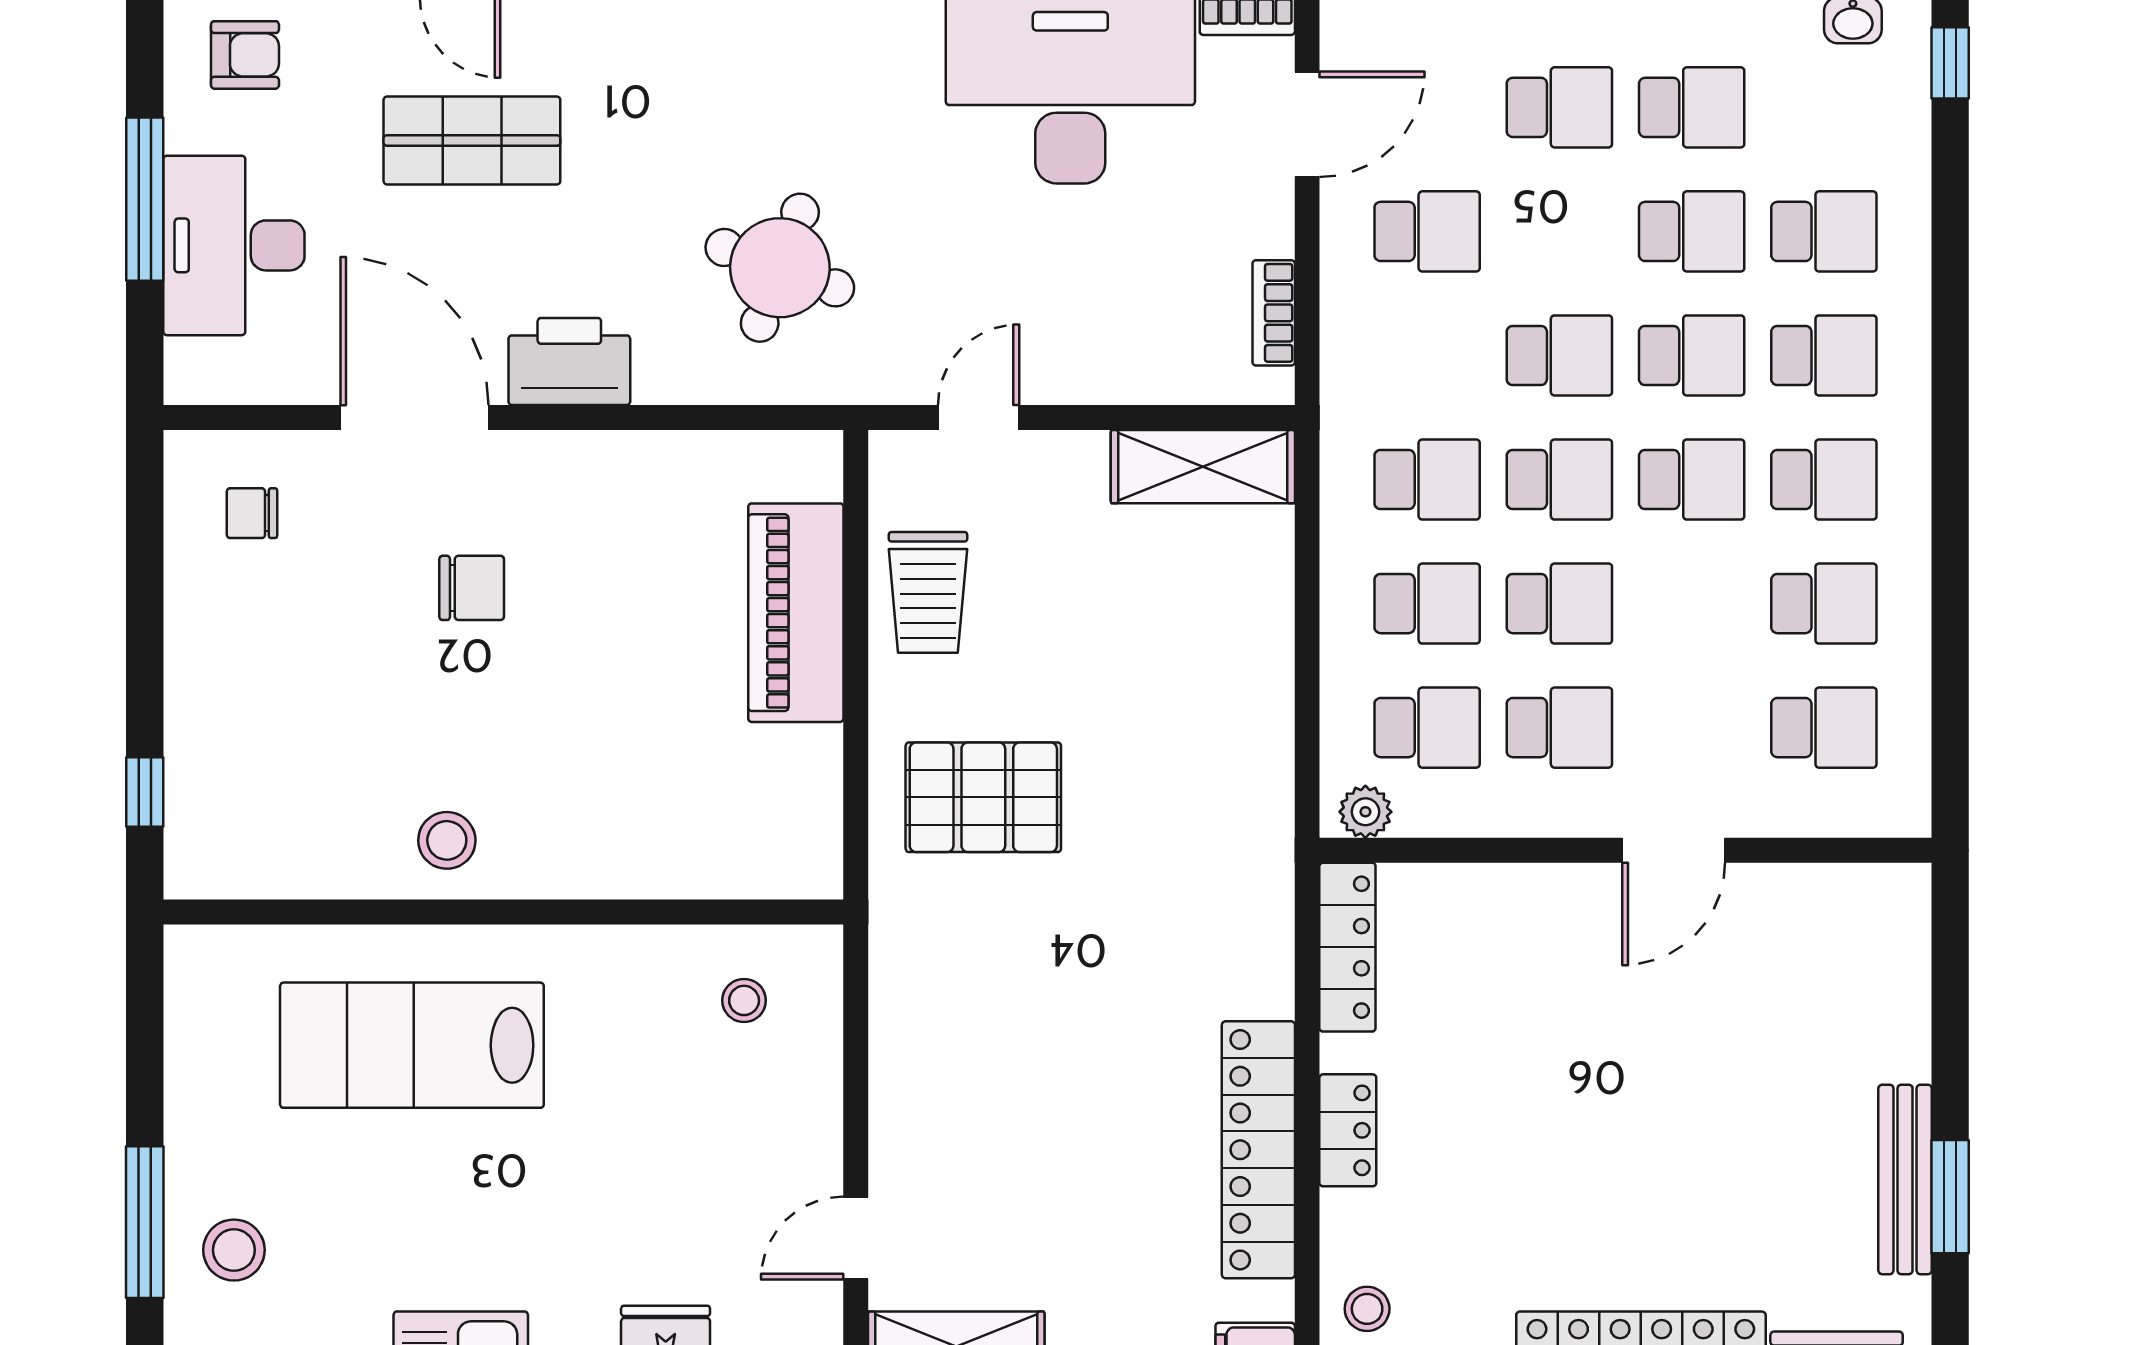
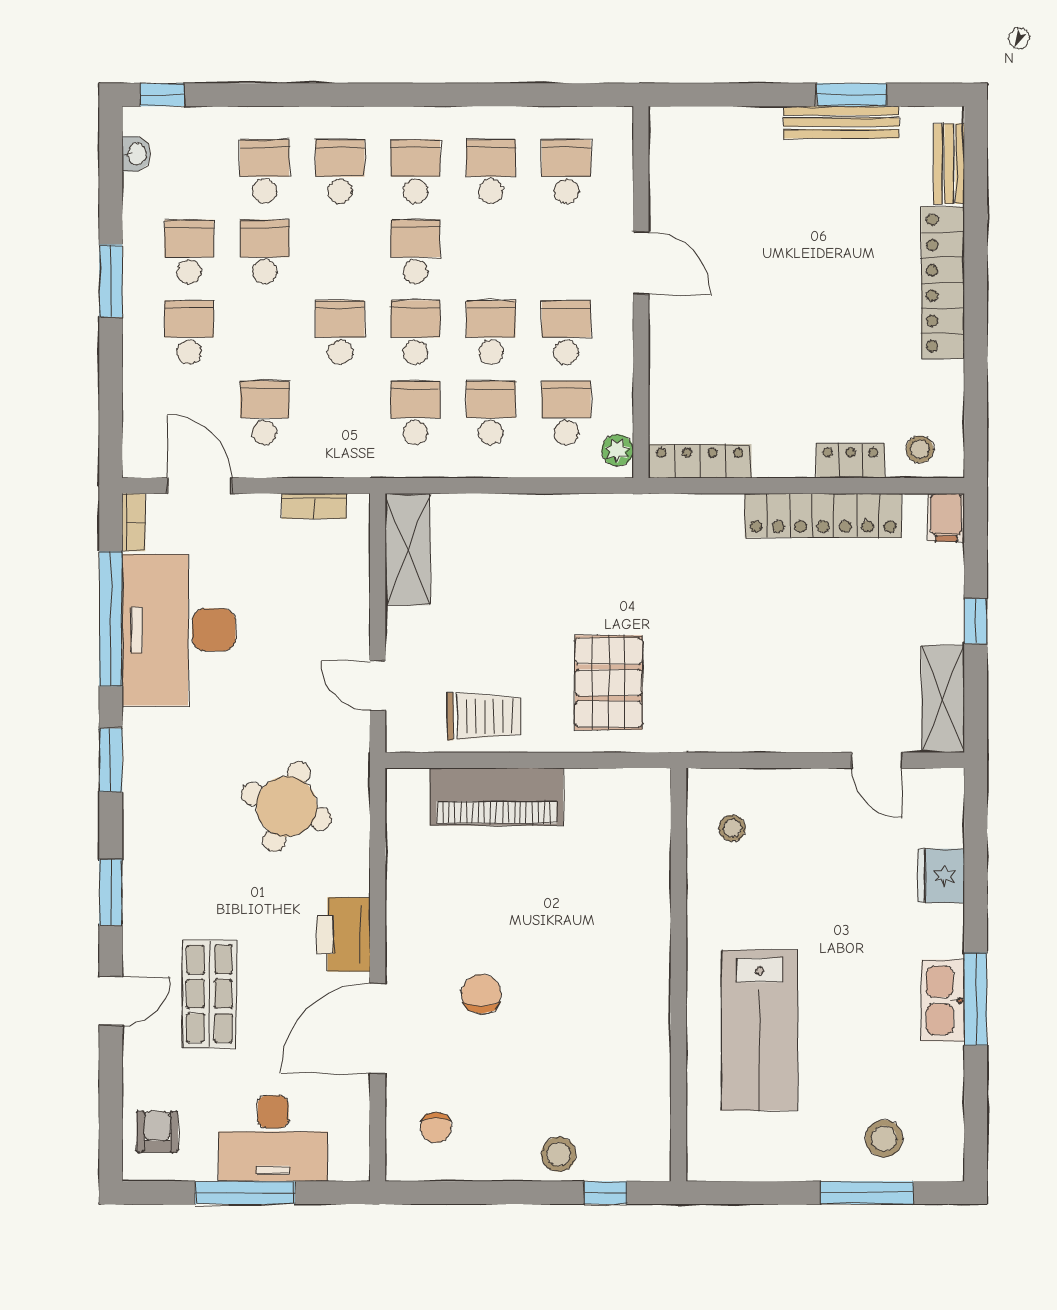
school desk: (1692, 355) -> (340, 252), removed
stool: (447, 840) -> (559, 1154), moved
locker: (1348, 1130) -> (851, 461), moved

